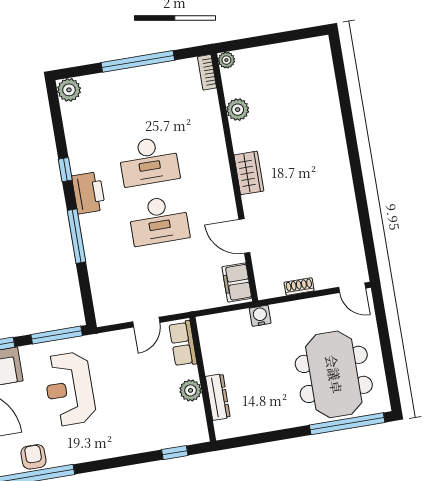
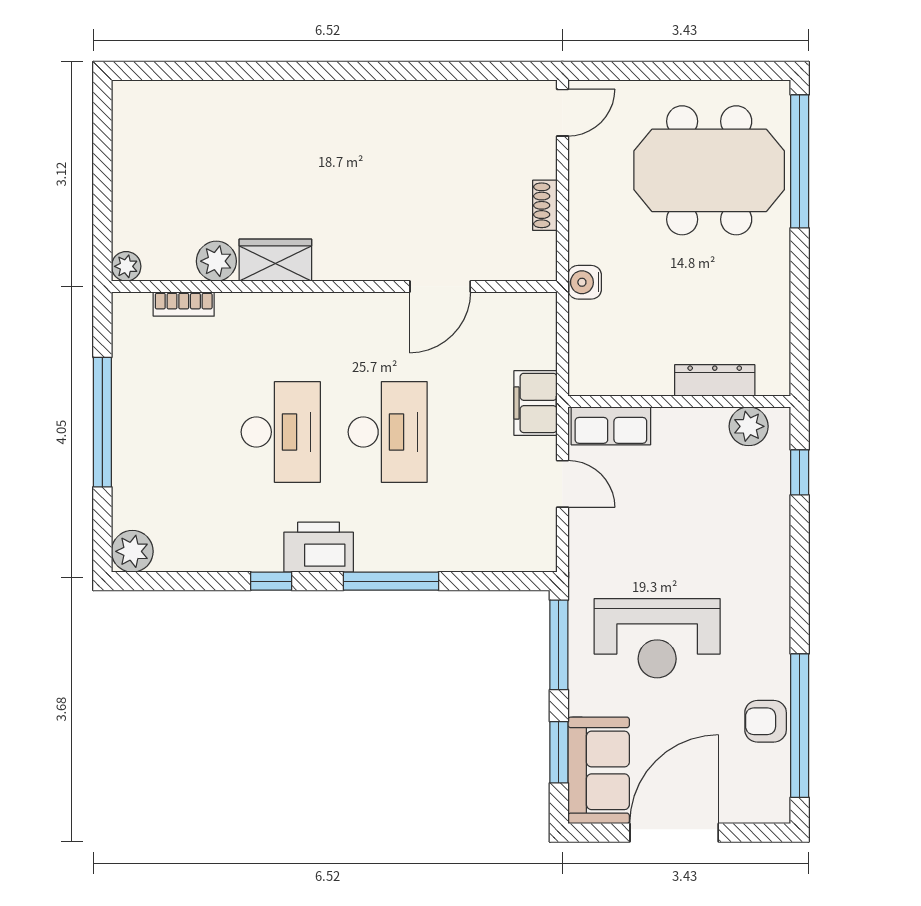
bookcase: (207, 72) -> (184, 304), moved
wardrobe: (249, 173) -> (275, 260), moved
filing cabinet: (237, 282) -> (536, 403), moved, turned 90
plant: (191, 390) -> (749, 426), moved

